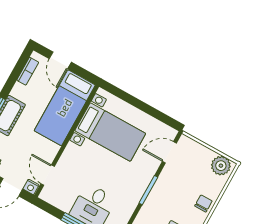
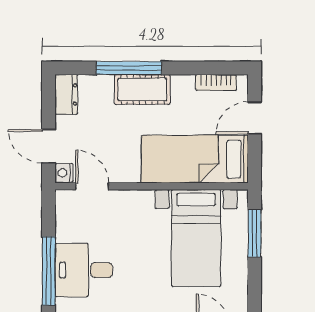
window: (126, 97) -> (255, 233), added
door: (48, 175) -> (92, 186), hinge flipped

